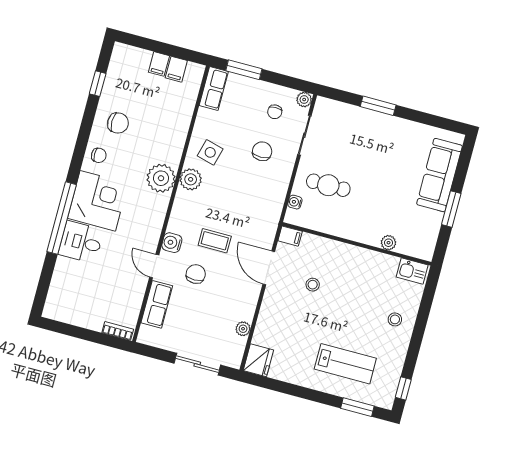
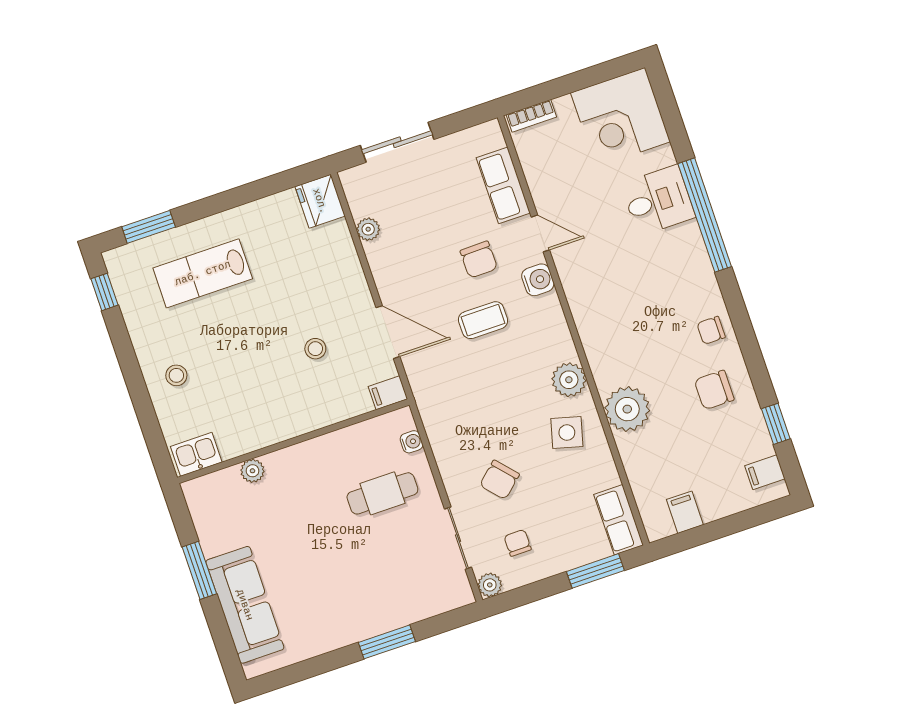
filing cabinet: (159, 64) -> (765, 472), moved, turned -90
chair: (262, 151) -> (499, 480), turned 48
plant: (161, 178) -> (627, 409), moved
corner desk: (98, 201) -> (620, 117), moved

